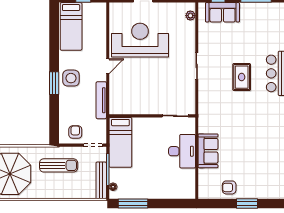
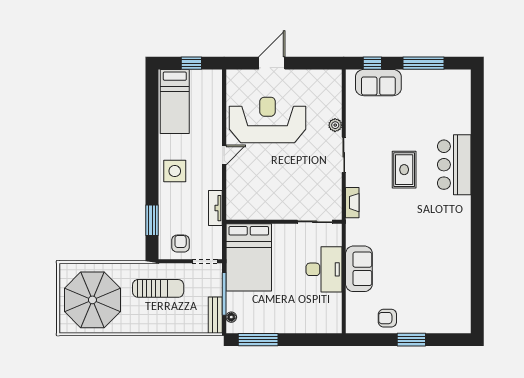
plant: (190, 16) -> (335, 125), moved
window: (54, 83) -> (152, 220), moved
tv unit: (101, 100) -> (215, 208), width x0.71
fireplace: (203, 102) -> (352, 203), added
bed: (120, 142) -> (249, 257), width x1.50
bench: (101, 180) -> (215, 315), width x0.73

